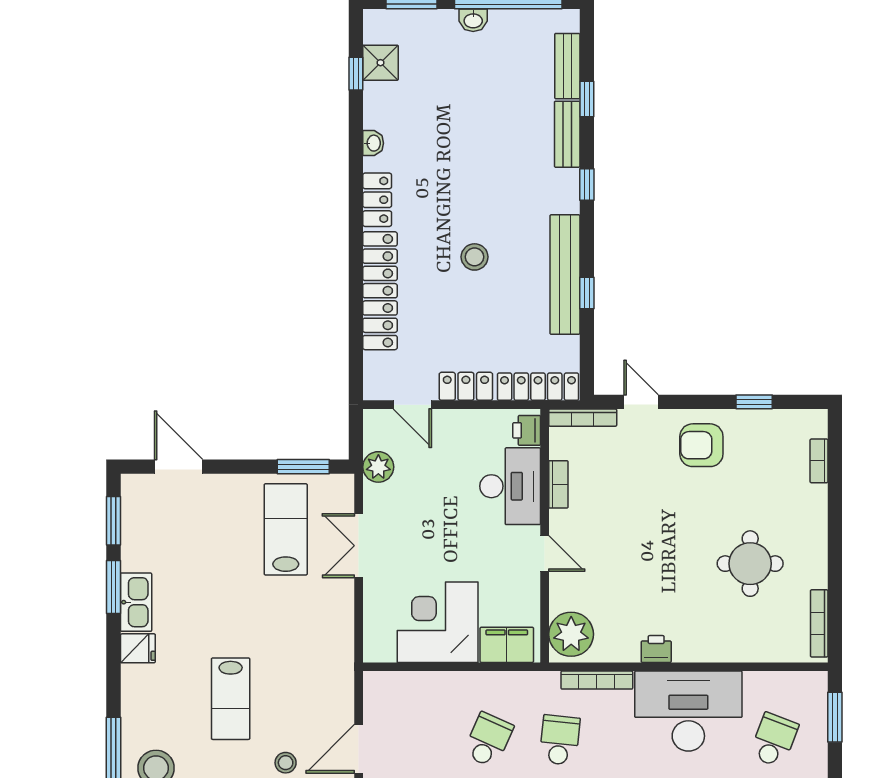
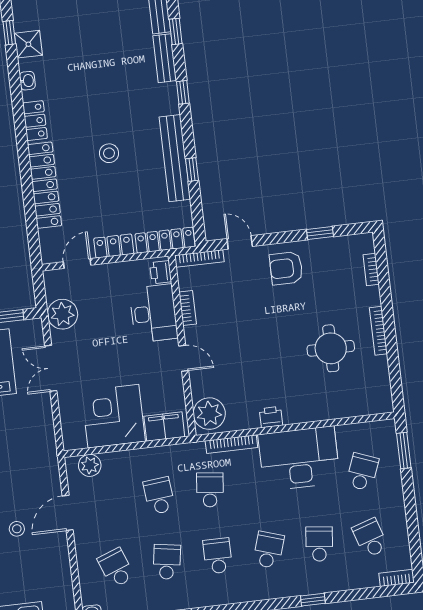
shower: (380, 63) -> (28, 44), moved
door: (412, 405) -> (77, 264), swing flipped
plant: (378, 467) -> (63, 314), width x1.36, depth x1.36
bookcase: (819, 623) -> (378, 331), moved
plant: (397, 687) -> (90, 465), added
school desk: (488, 740) -> (159, 496), turned -30

